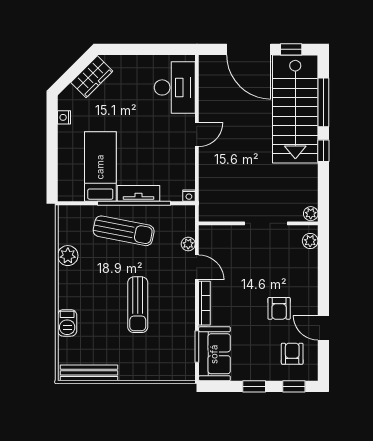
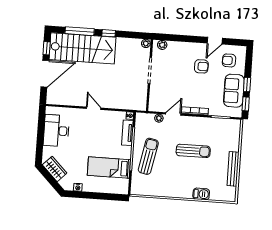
desk: (175, 87) -> (56, 131), moved, turned -90
tv unit: (139, 193) -> (127, 133), moved
plant: (68, 256) -> (161, 191), removed
sofa: (214, 354) -> (234, 91), moved, turned -90
bench: (89, 373) -> (233, 169), moved
window: (294, 386) -> (246, 104), moved

